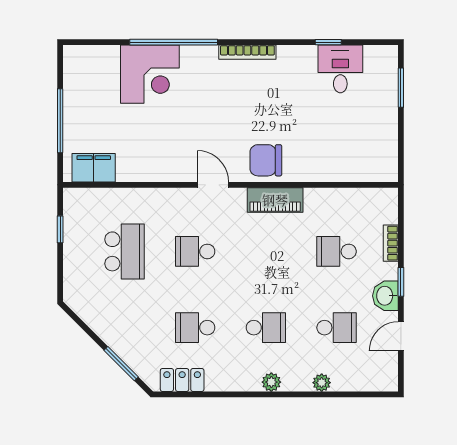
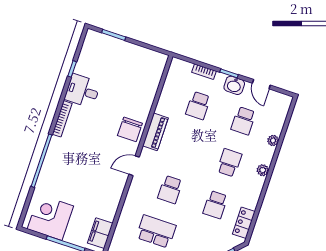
desk: (340, 69) -> (83, 91), moved
corner desk: (150, 74) -> (50, 217), moved, turned -90
school desk: (337, 328) -> (243, 121), turned 180

